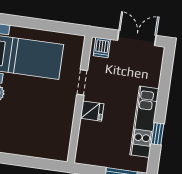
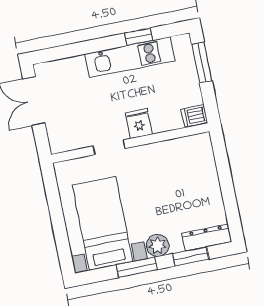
dishwasher: (102, 47) -> (194, 116), moved, turned 180

